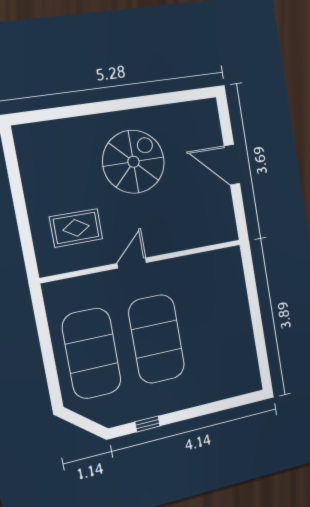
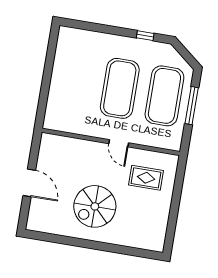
door: (132, 263) -> (119, 143), hinge flipped
window: (48, 355) -> (192, 106), added

